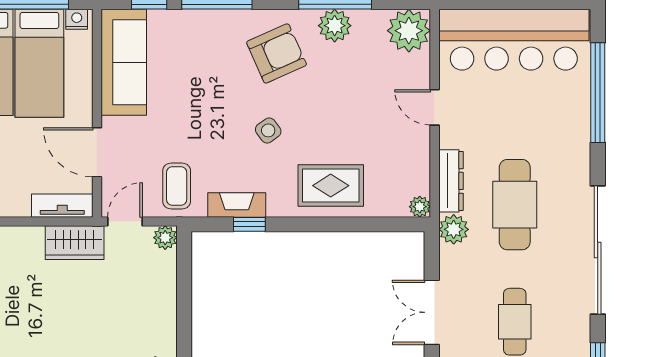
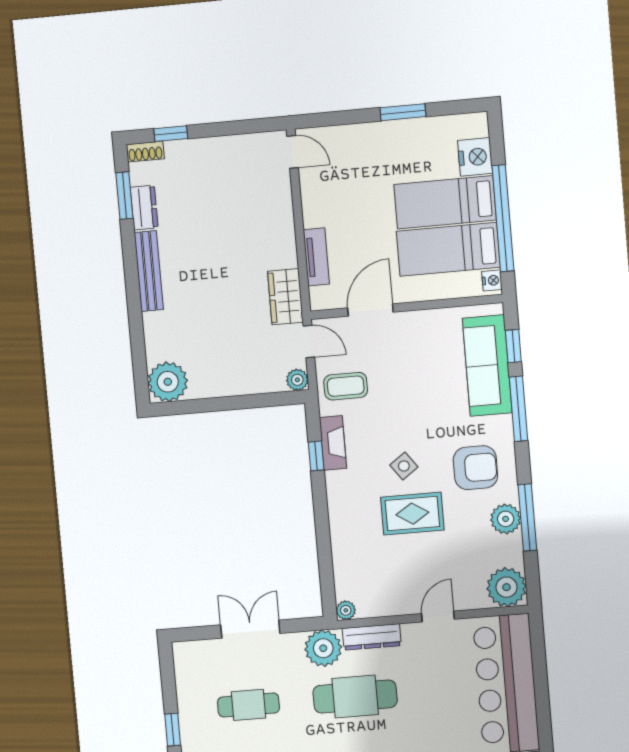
armchair: (277, 53) -> (475, 468), turned -66
sofa: (124, 62) -> (487, 365), moved, turned 90
rug: (331, 186) -> (412, 514), moved, turned 90
tv unit: (62, 206) -> (316, 257), moved
plant: (454, 229) -> (323, 648), width x1.36, depth x1.36

